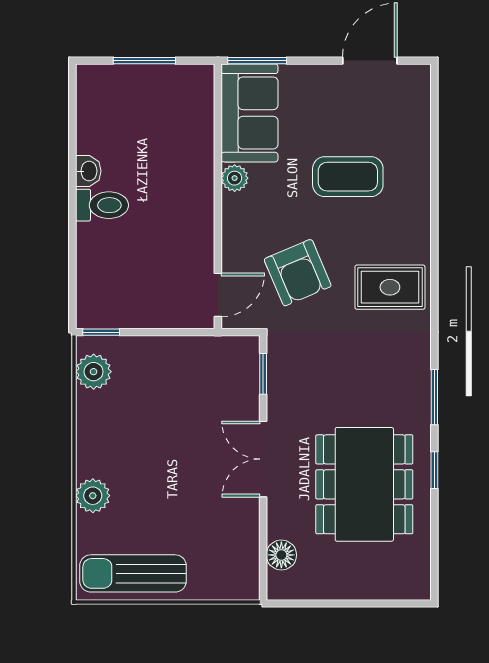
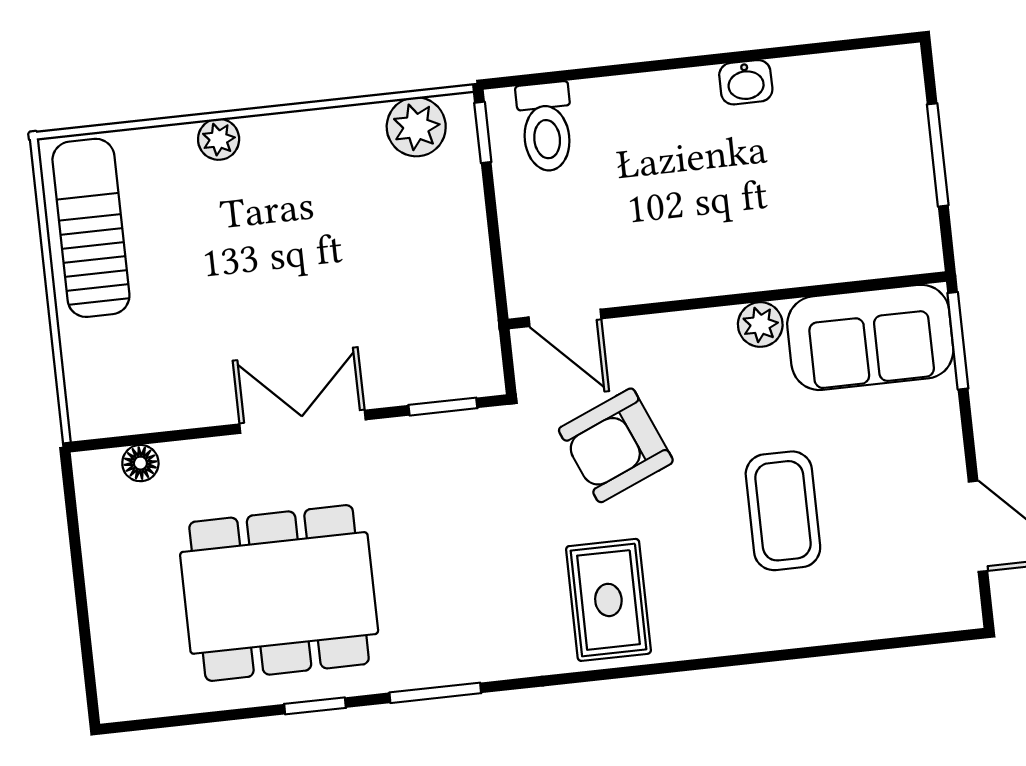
toilet: (102, 205) -> (546, 127), moved
plant: (93, 496) -> (219, 139), width x0.73, depth x0.73
floor lamp: (281, 555) -> (140, 463), width x0.73, depth x0.73

